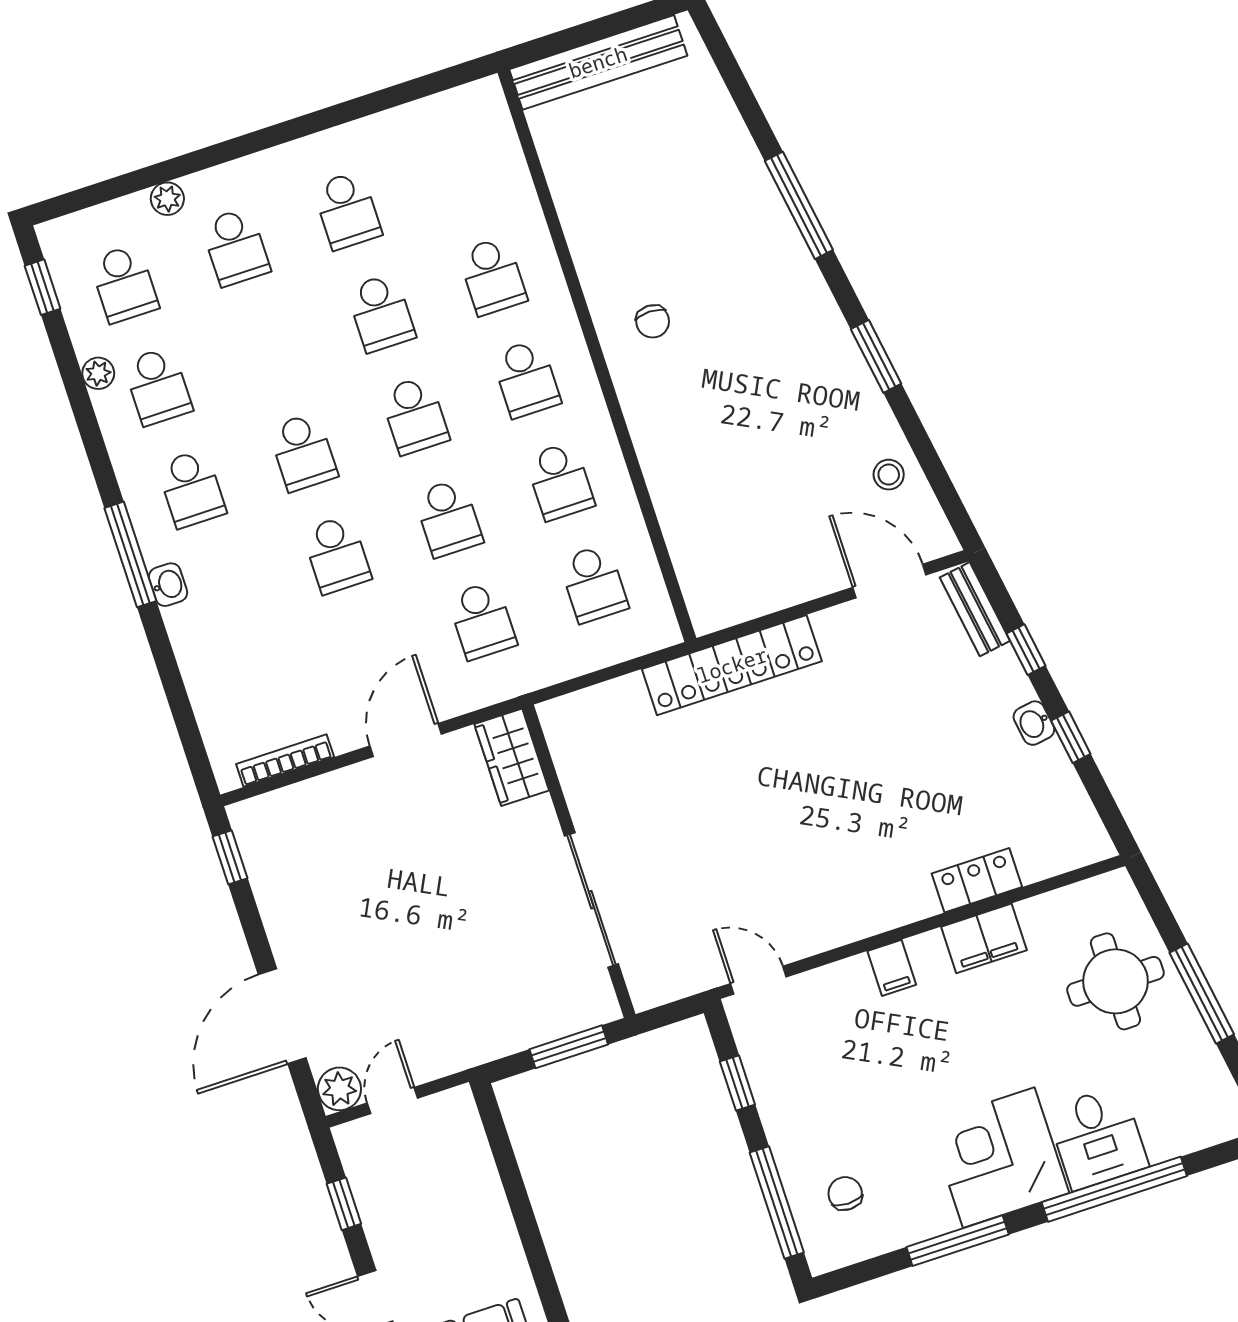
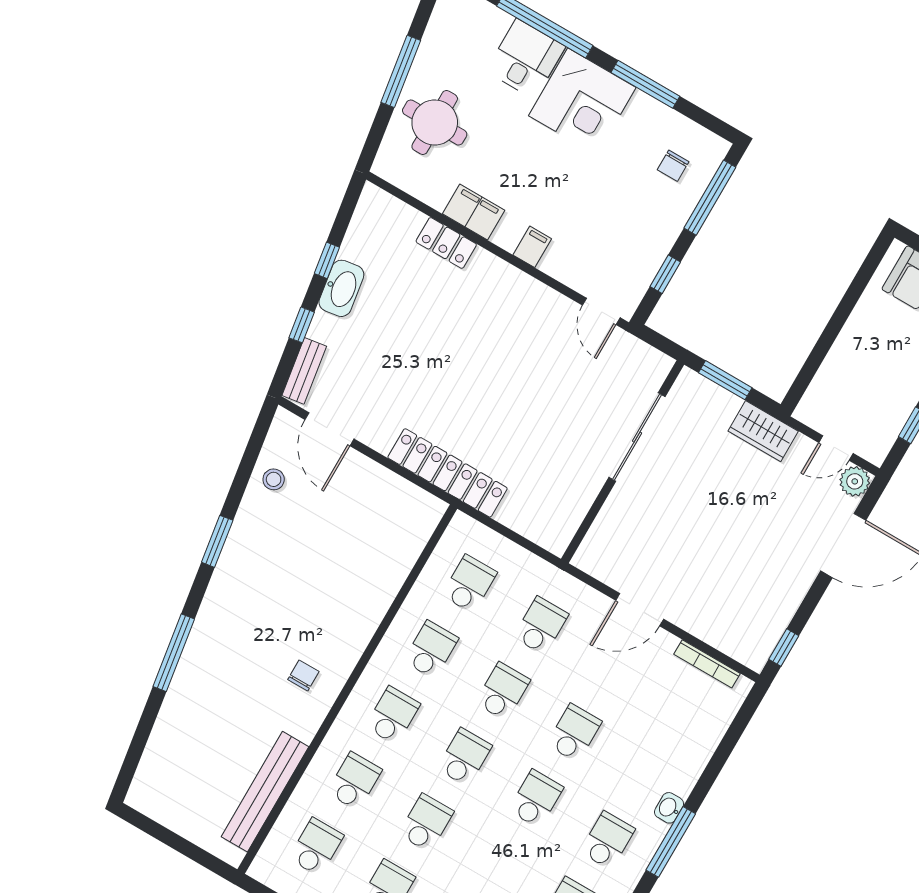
bench: (598, 62) -> (265, 792), moved, turned 90
school desk: (459, 174) -> (316, 847), added
washbasin: (1034, 723) -> (341, 288), width x1.91, depth x1.45
wardrobe: (512, 757) -> (763, 431), moved, turned 90

